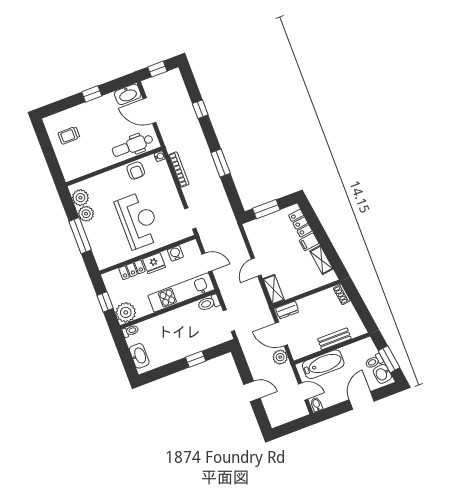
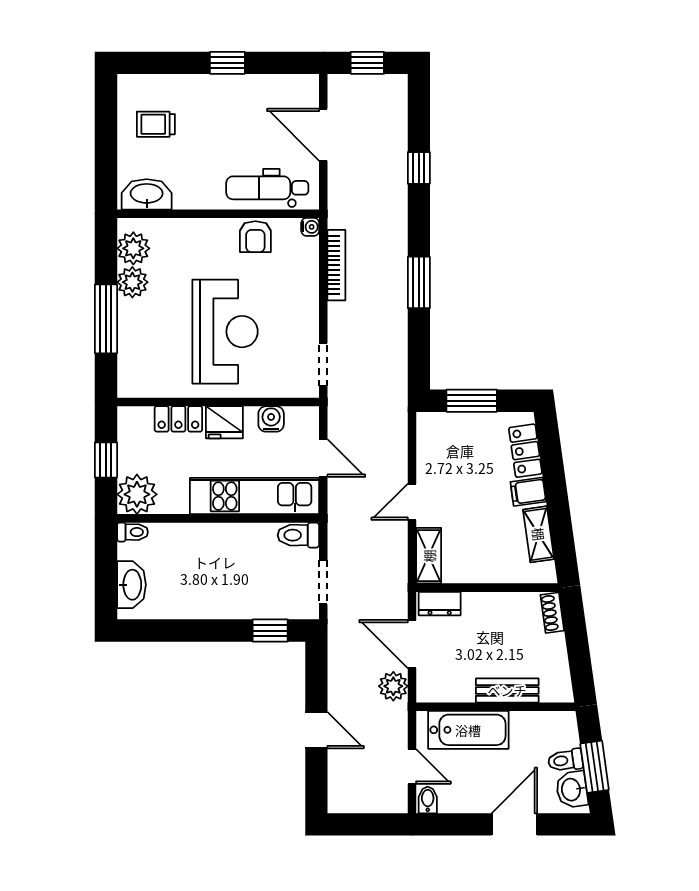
washbasin: (128, 94) -> (147, 194), moved, turned 180
window: (196, 359) -> (270, 631), moved

